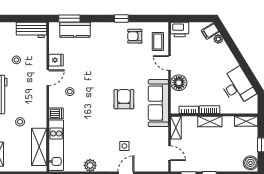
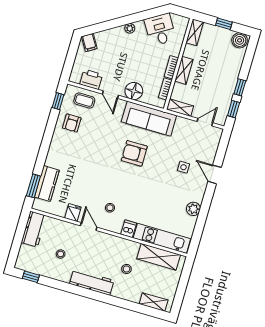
window: (121, 18) -> (58, 101), moved
printer: (180, 29) -> (91, 79), moved, turned -90
plant: (218, 39) -> (130, 28), moved
door: (170, 63) -> (110, 95), hinge flipped
desk: (237, 86) -> (160, 30), width x0.73

